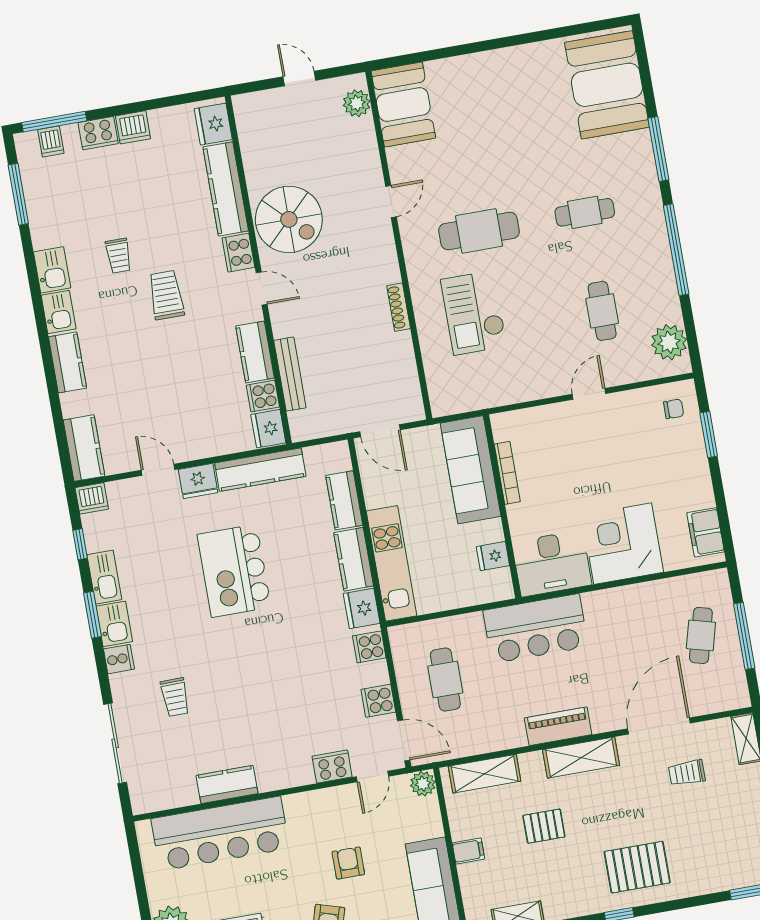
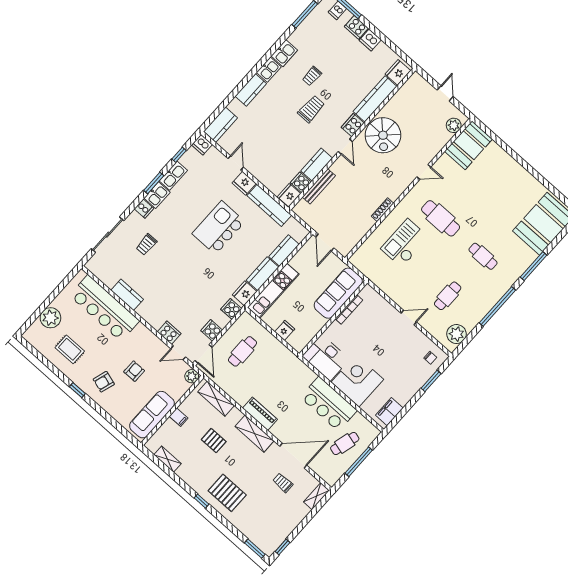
fridge: (493, 556) -> (285, 330), moved, turned 90
bar counter: (536, 629) -> (329, 404), moved

